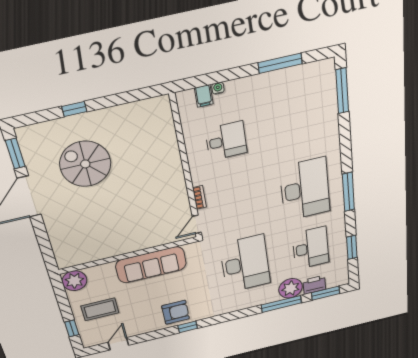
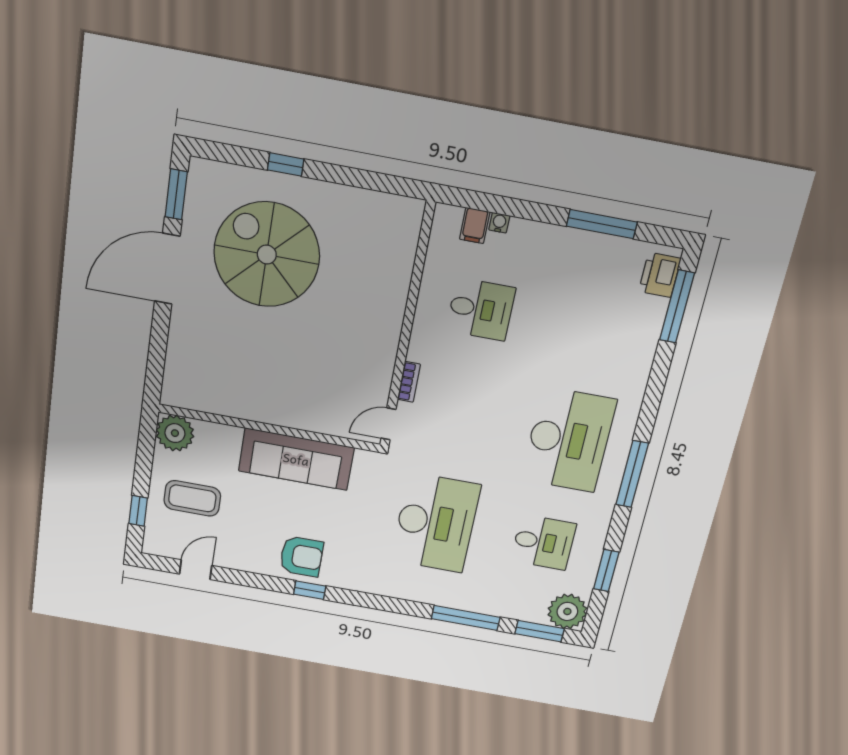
spiral stairs: (85, 164) -> (267, 255), width x1.37, depth x1.37
desk: (311, 248) -> (543, 542), width x0.73
printer: (314, 285) -> (660, 275), moved, turned -90
plant: (291, 288) -> (567, 611), moved

